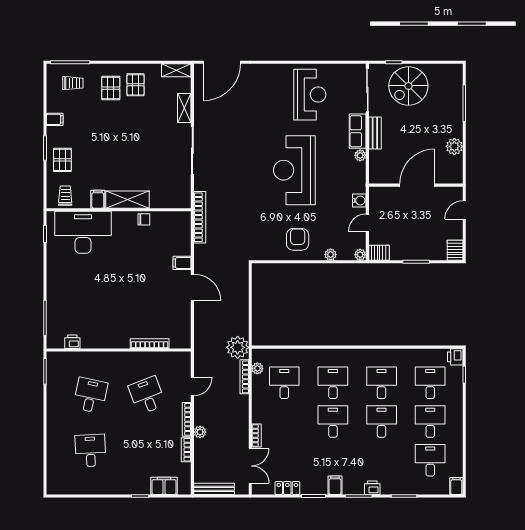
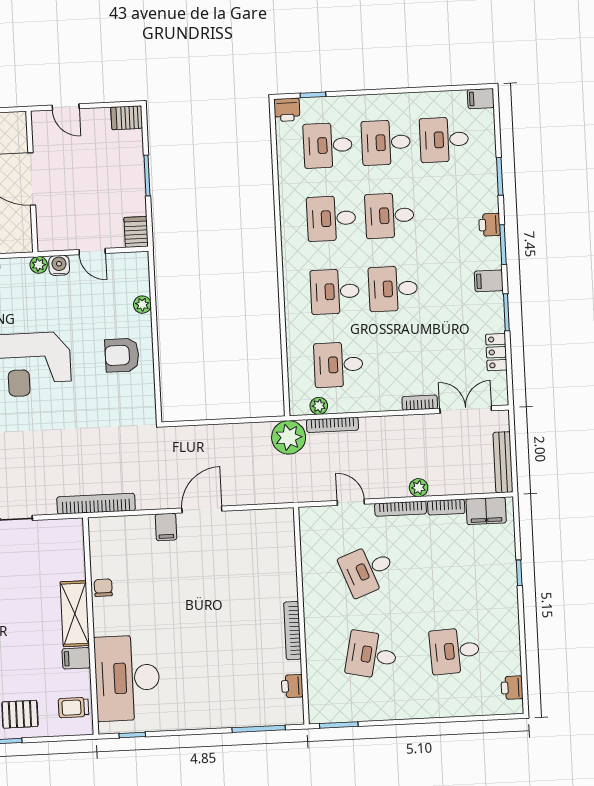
plant: (360, 255) -> (39, 265), moved
bookcase: (150, 344) -> (292, 631), moved
filing cabinet: (164, 486) -> (486, 511), moved, turned -90
printer: (64, 488) -> (512, 688), added

